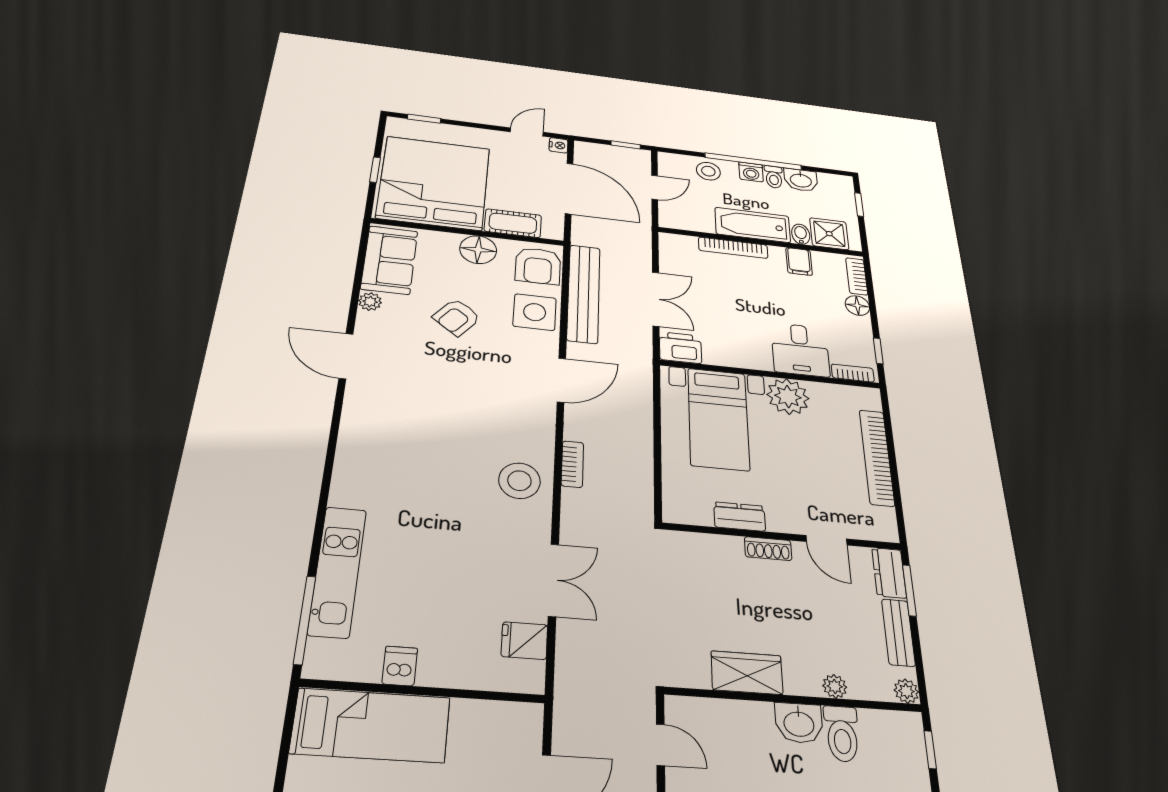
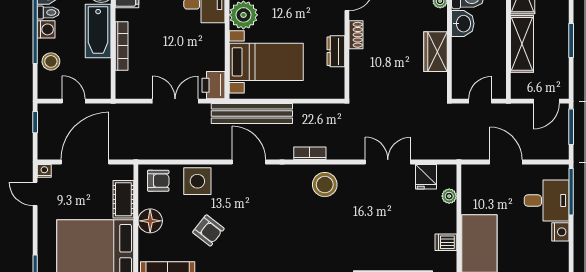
armchair: (538, 266) -> (158, 181), width x0.72, depth x0.72
bench: (584, 293) -> (252, 114), moved
plant: (486, 678) -> (449, 196), added

